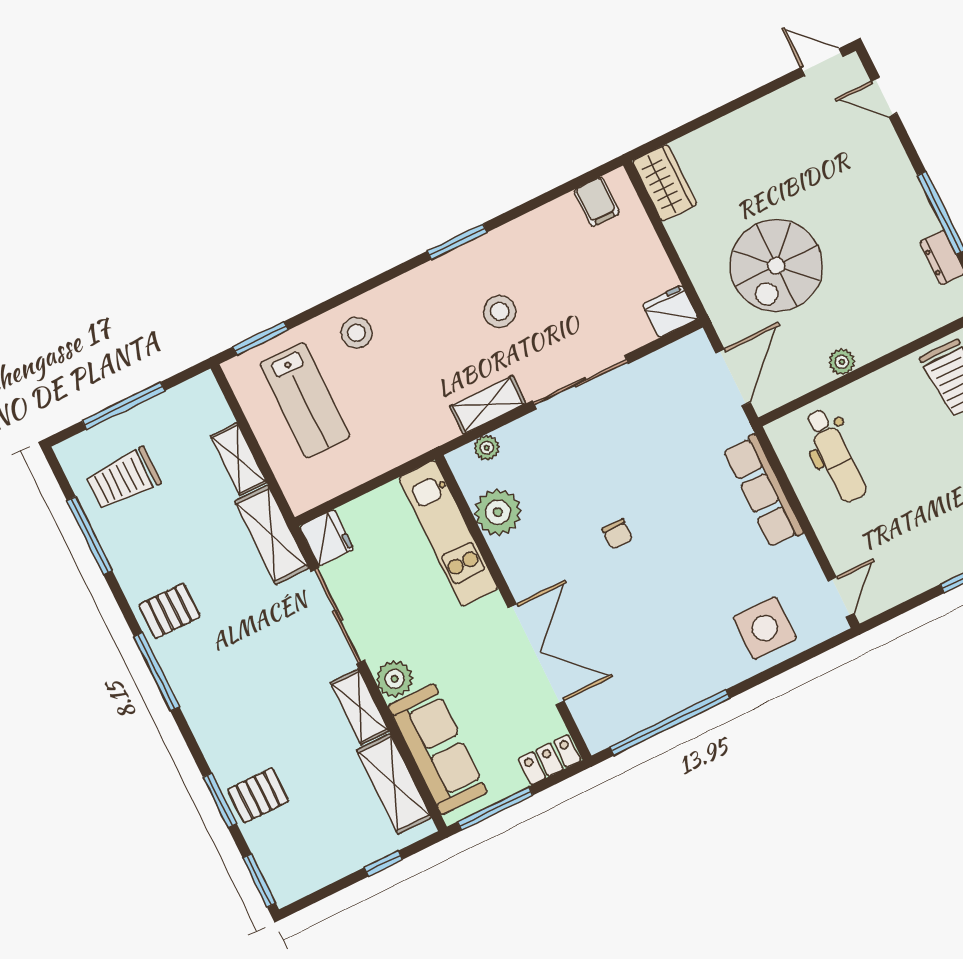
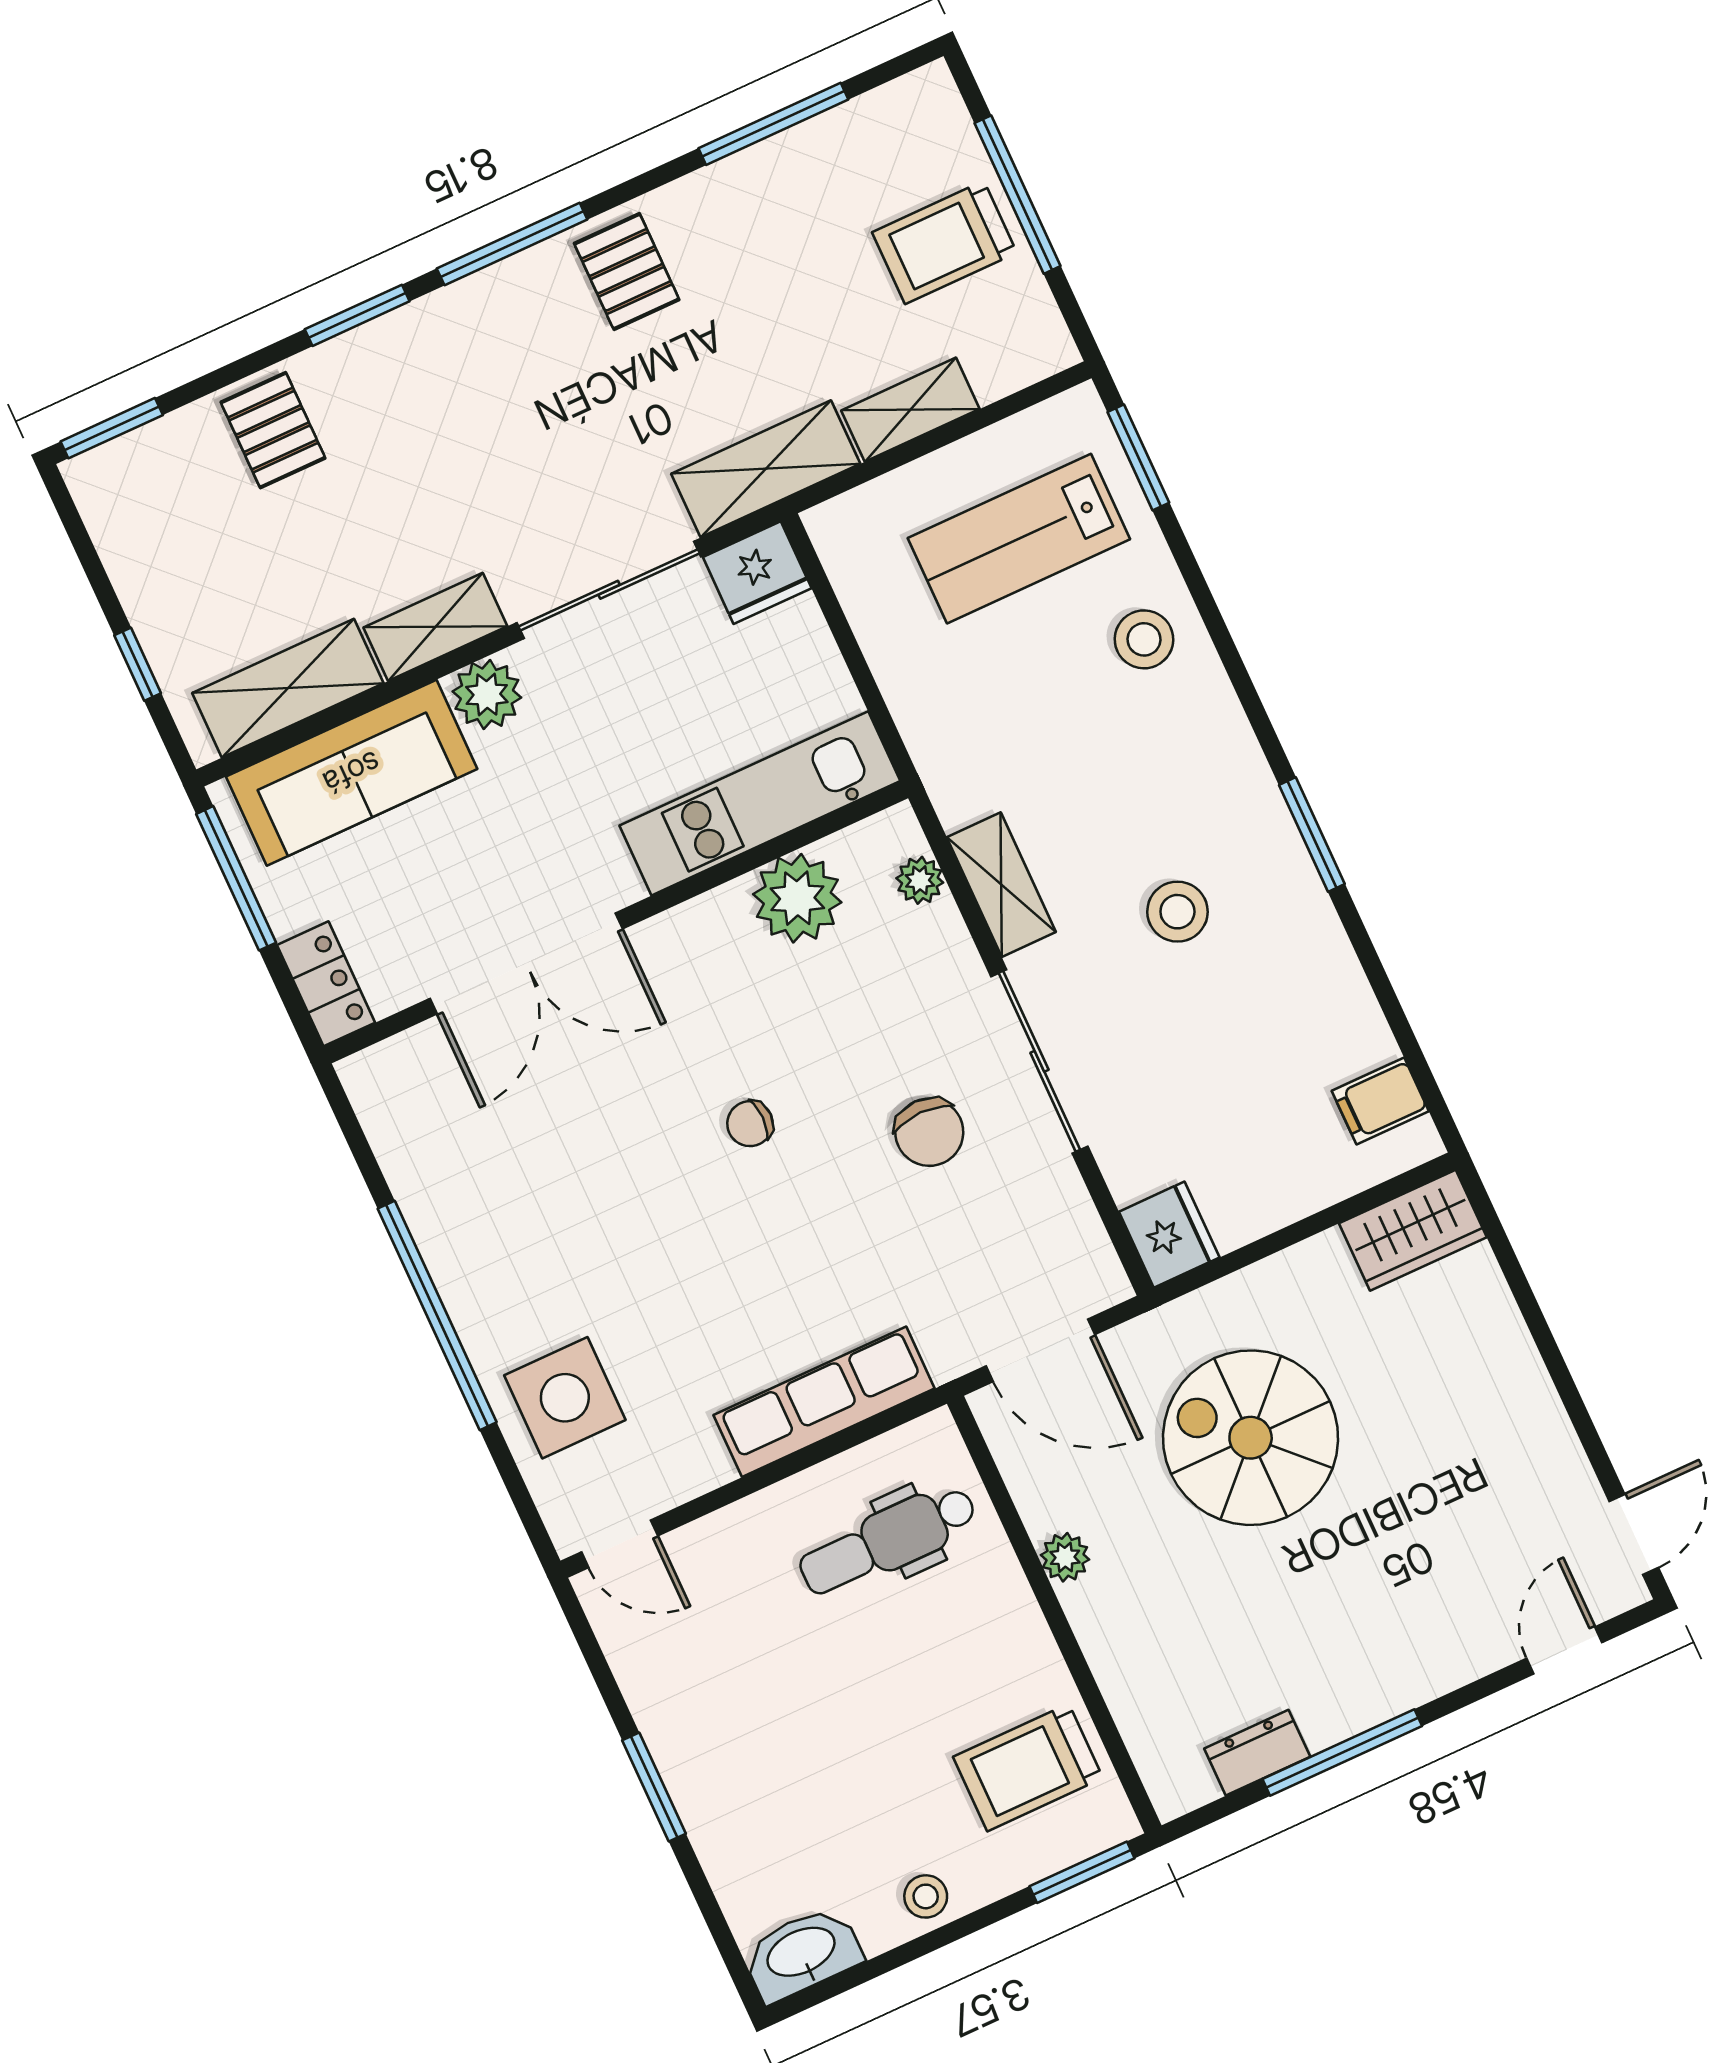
chair: (619, 439) -> (929, 1132), added
trolley: (123, 479) -> (944, 242), moved, turned -90
window: (670, 723) -> (437, 1315), moved
window: (220, 800) -> (357, 315), moved

